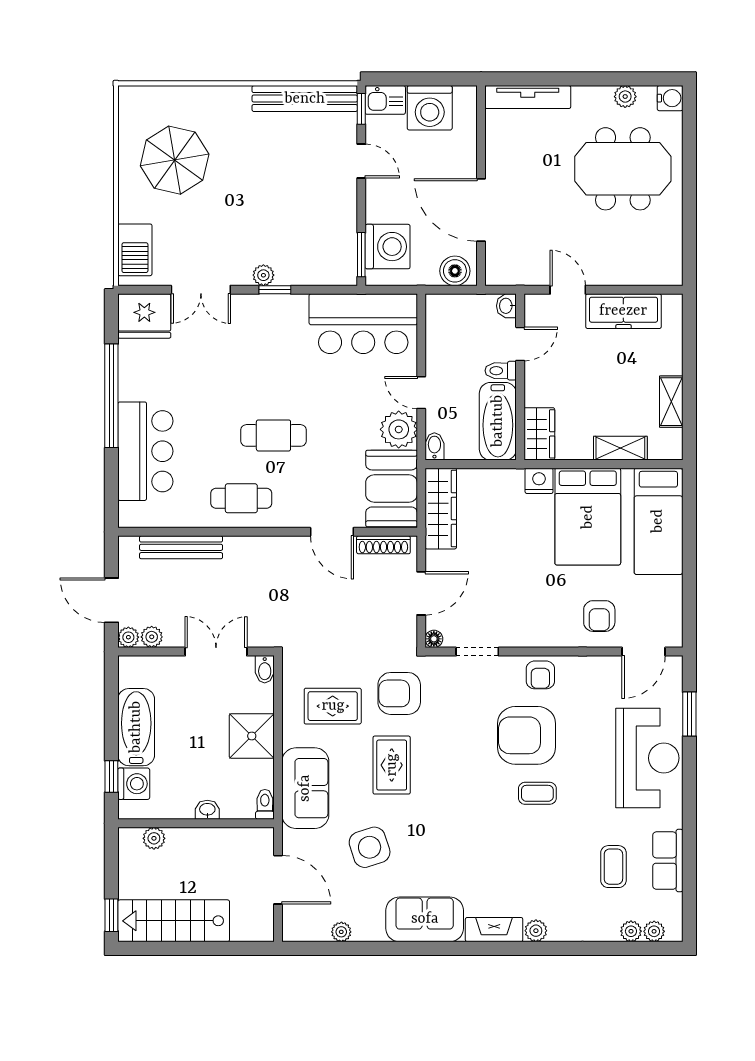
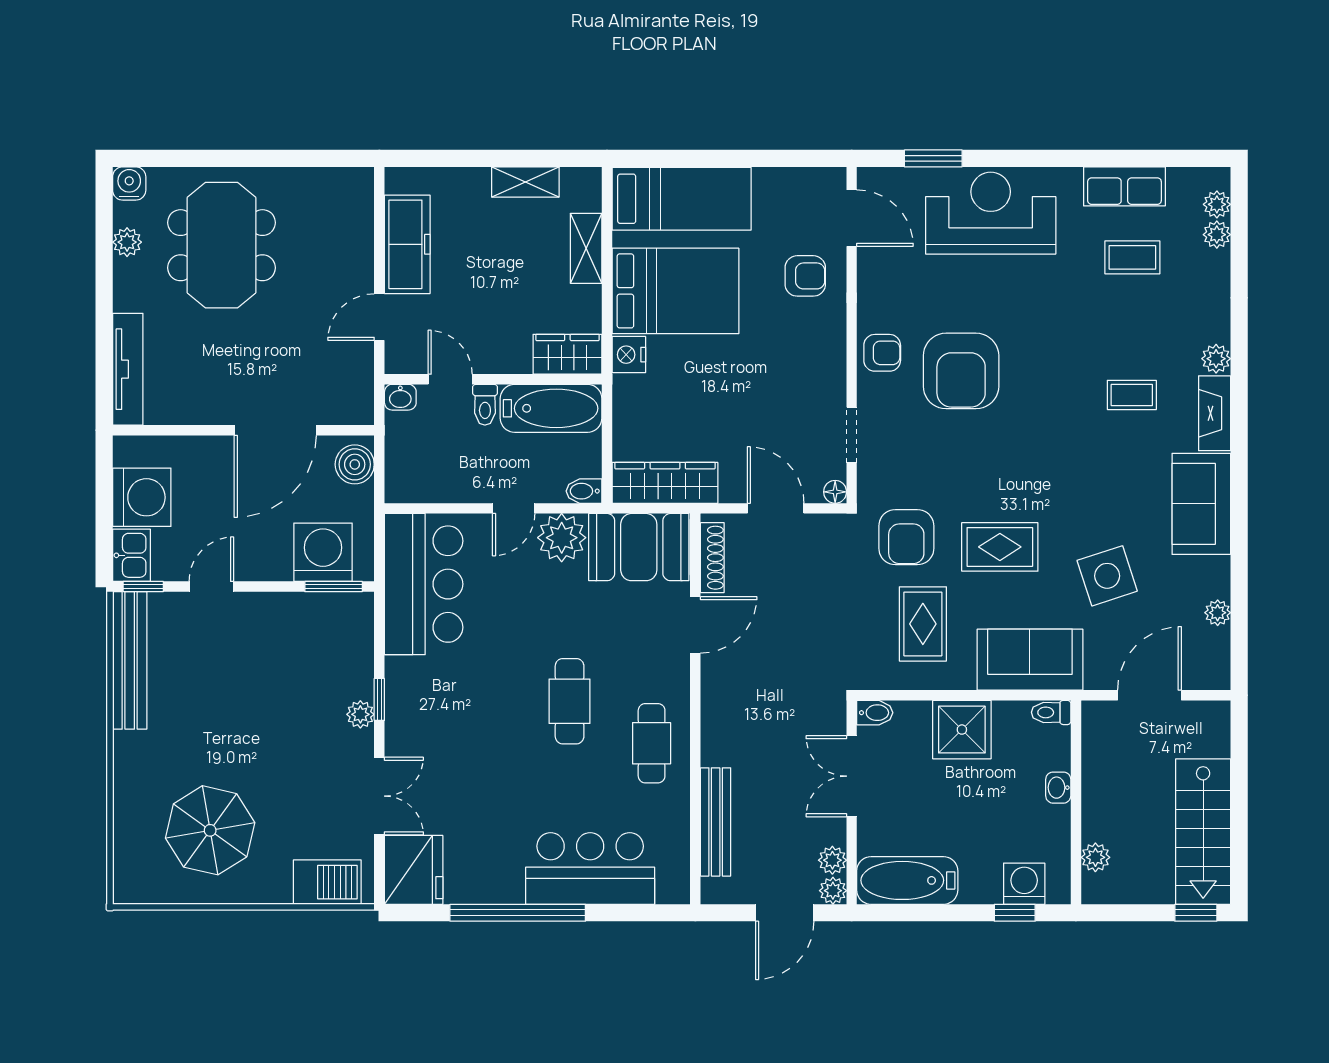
bathtub: (136, 727) -> (907, 880), moved
coffee table: (537, 793) -> (1132, 395), moved, turned 90

